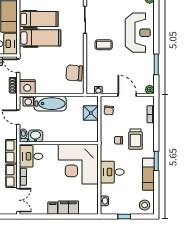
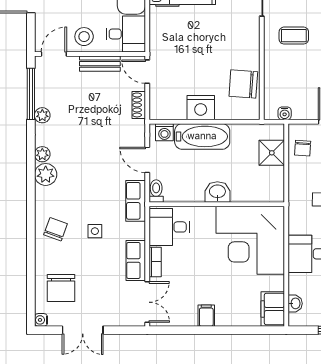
hospital bed: (40, 38) -> (185, 24), removed
nightstand: (27, 87) -> (201, 108), moved
washbasin: (36, 136) -> (217, 192), moved
row of seats: (11, 151) -> (136, 201), moved
filing cabinet: (68, 208) -> (273, 309), moved, turned -90

